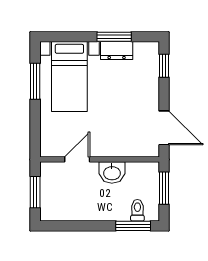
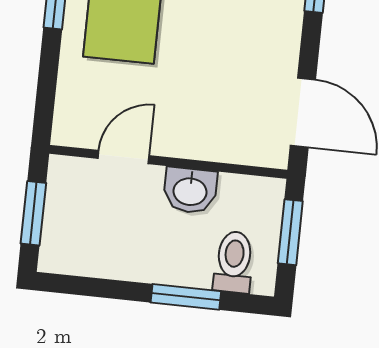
toilet: (137, 210) -> (234, 262), width x1.37, depth x1.39
window: (133, 226) -> (186, 297), moved

